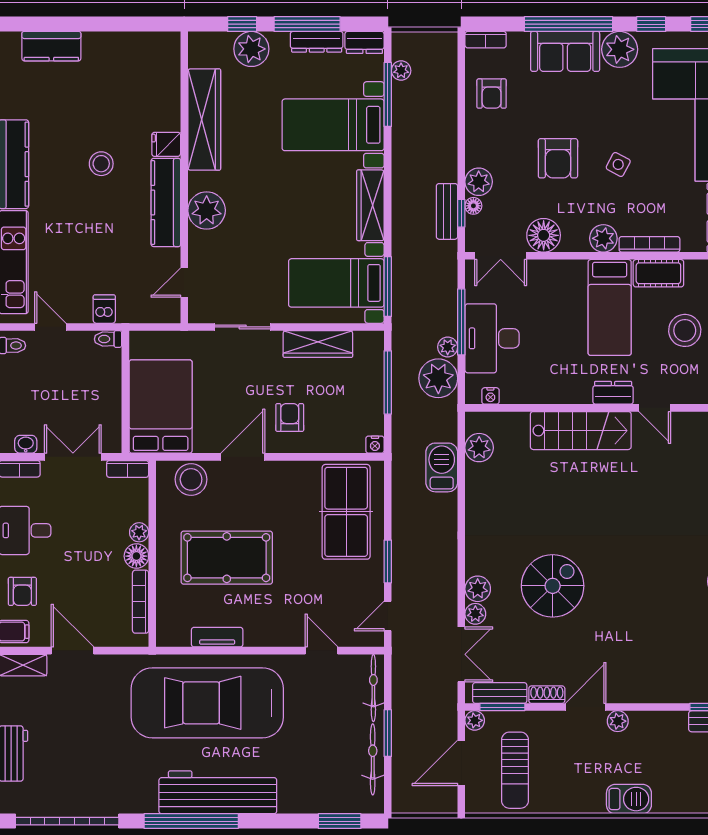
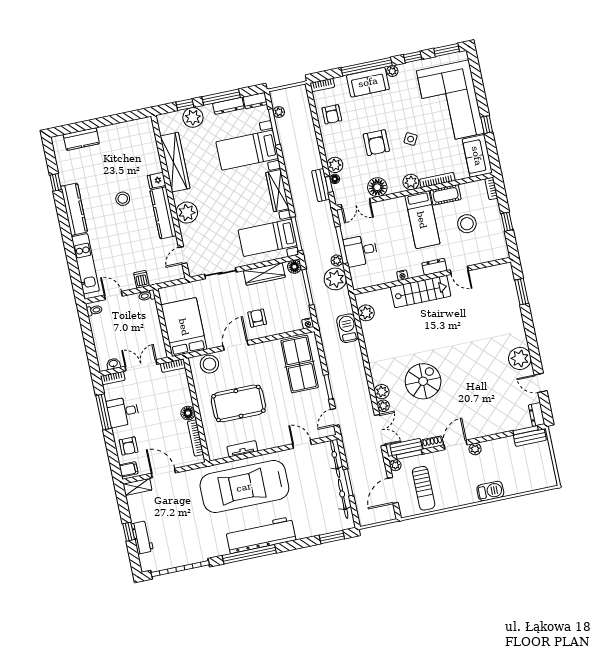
plant: (620, 49) -> (392, 71), width x0.53, depth x0.53
desk: (492, 338) -> (361, 251), width x0.73
floor lamp: (372, 342) -> (294, 267), added
nightstand: (490, 396) -> (402, 275), moved
plant: (139, 532) -> (187, 400), removed

